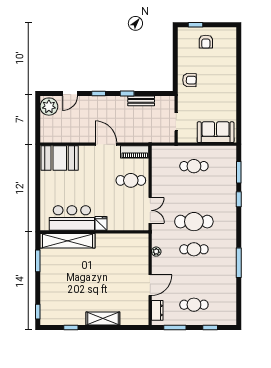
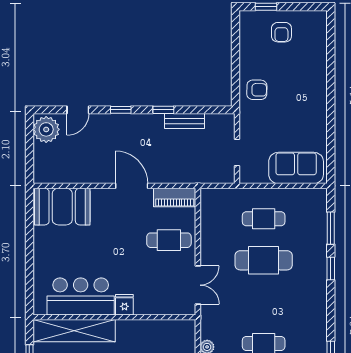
cafe table: (194, 222) -> (264, 260), moved

